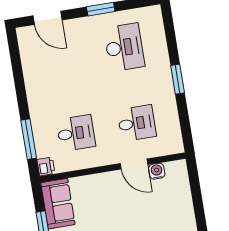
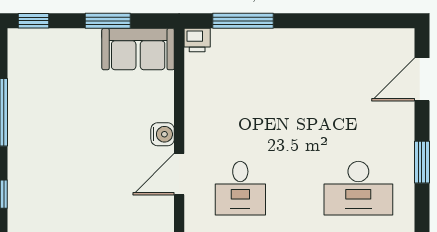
desk: (76, 133) -> (240, 94), removed
water cooler: (157, 171) -> (163, 134), moved

